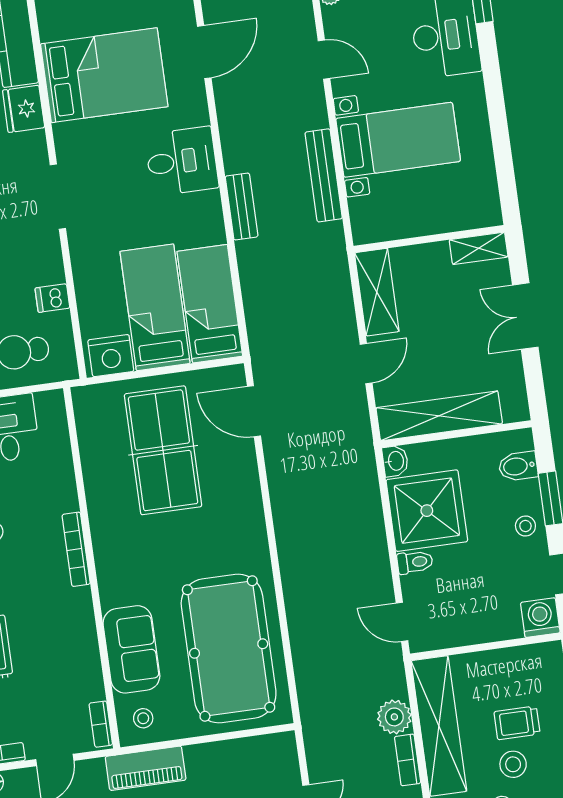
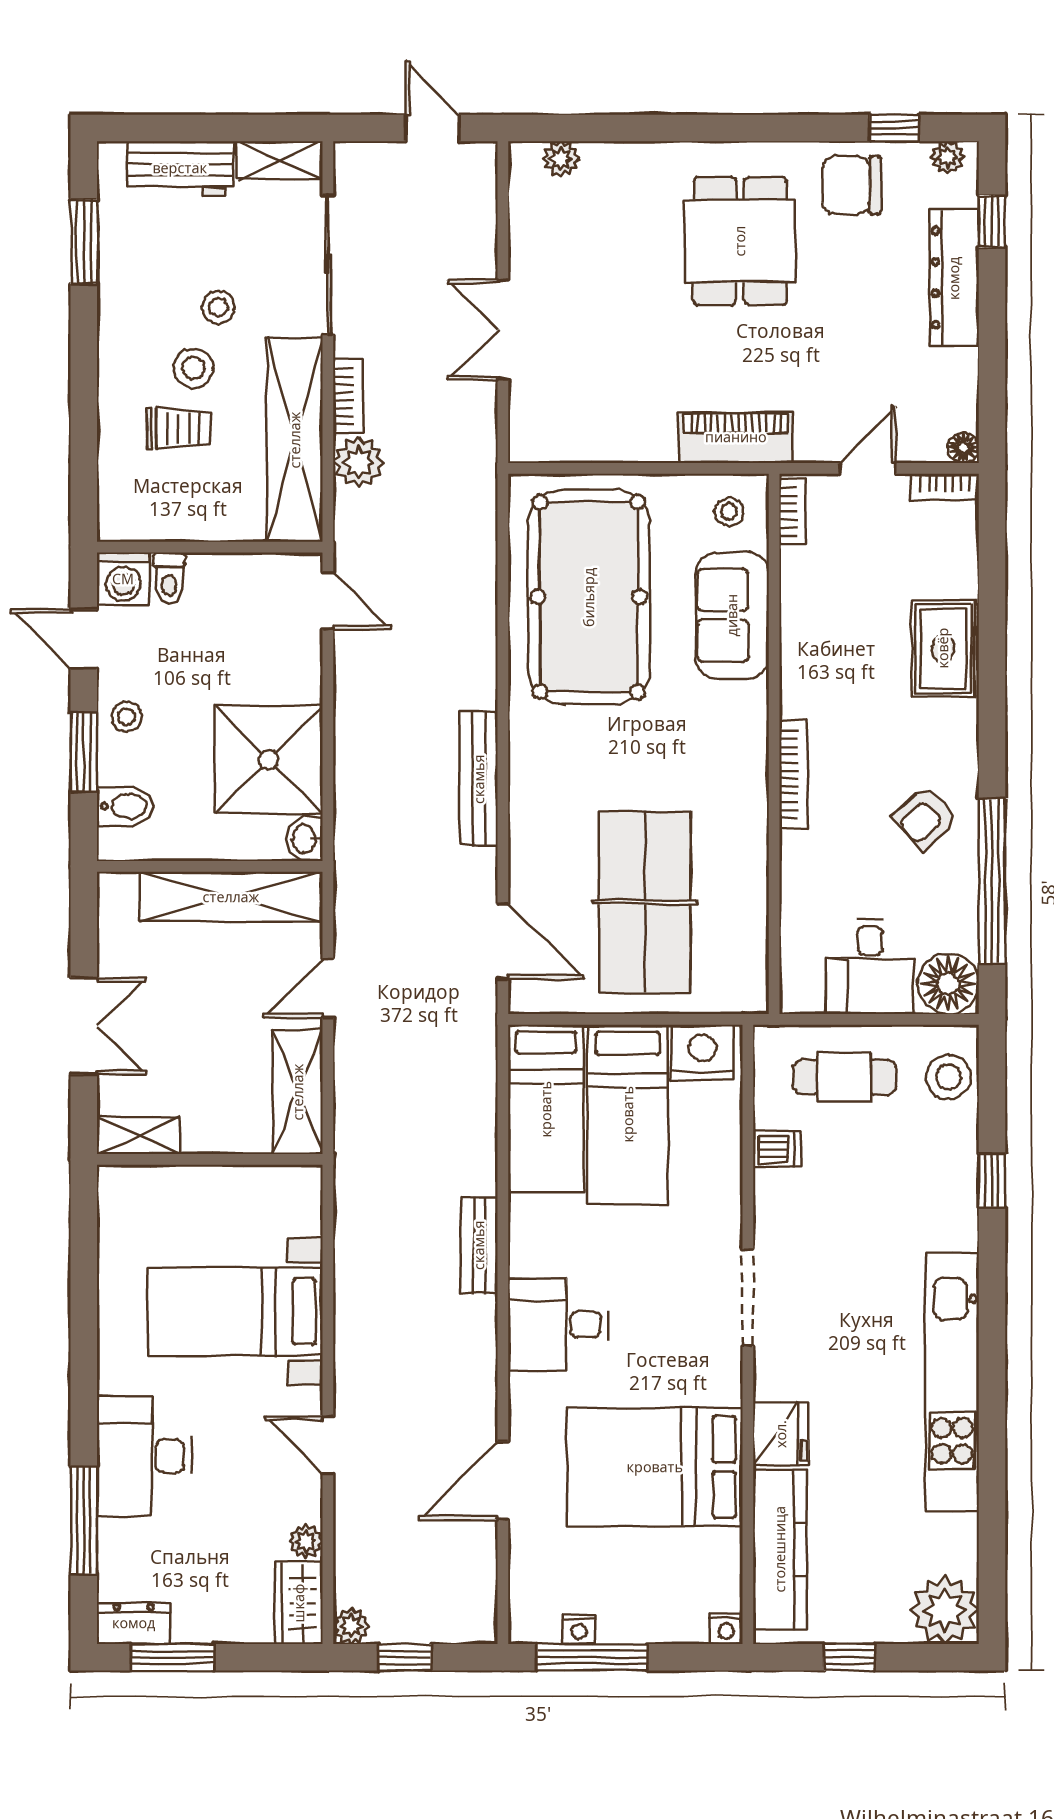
bench: (324, 175) -> (479, 779), moved
toilet: (415, 562) -> (169, 578), moved, turned -90

